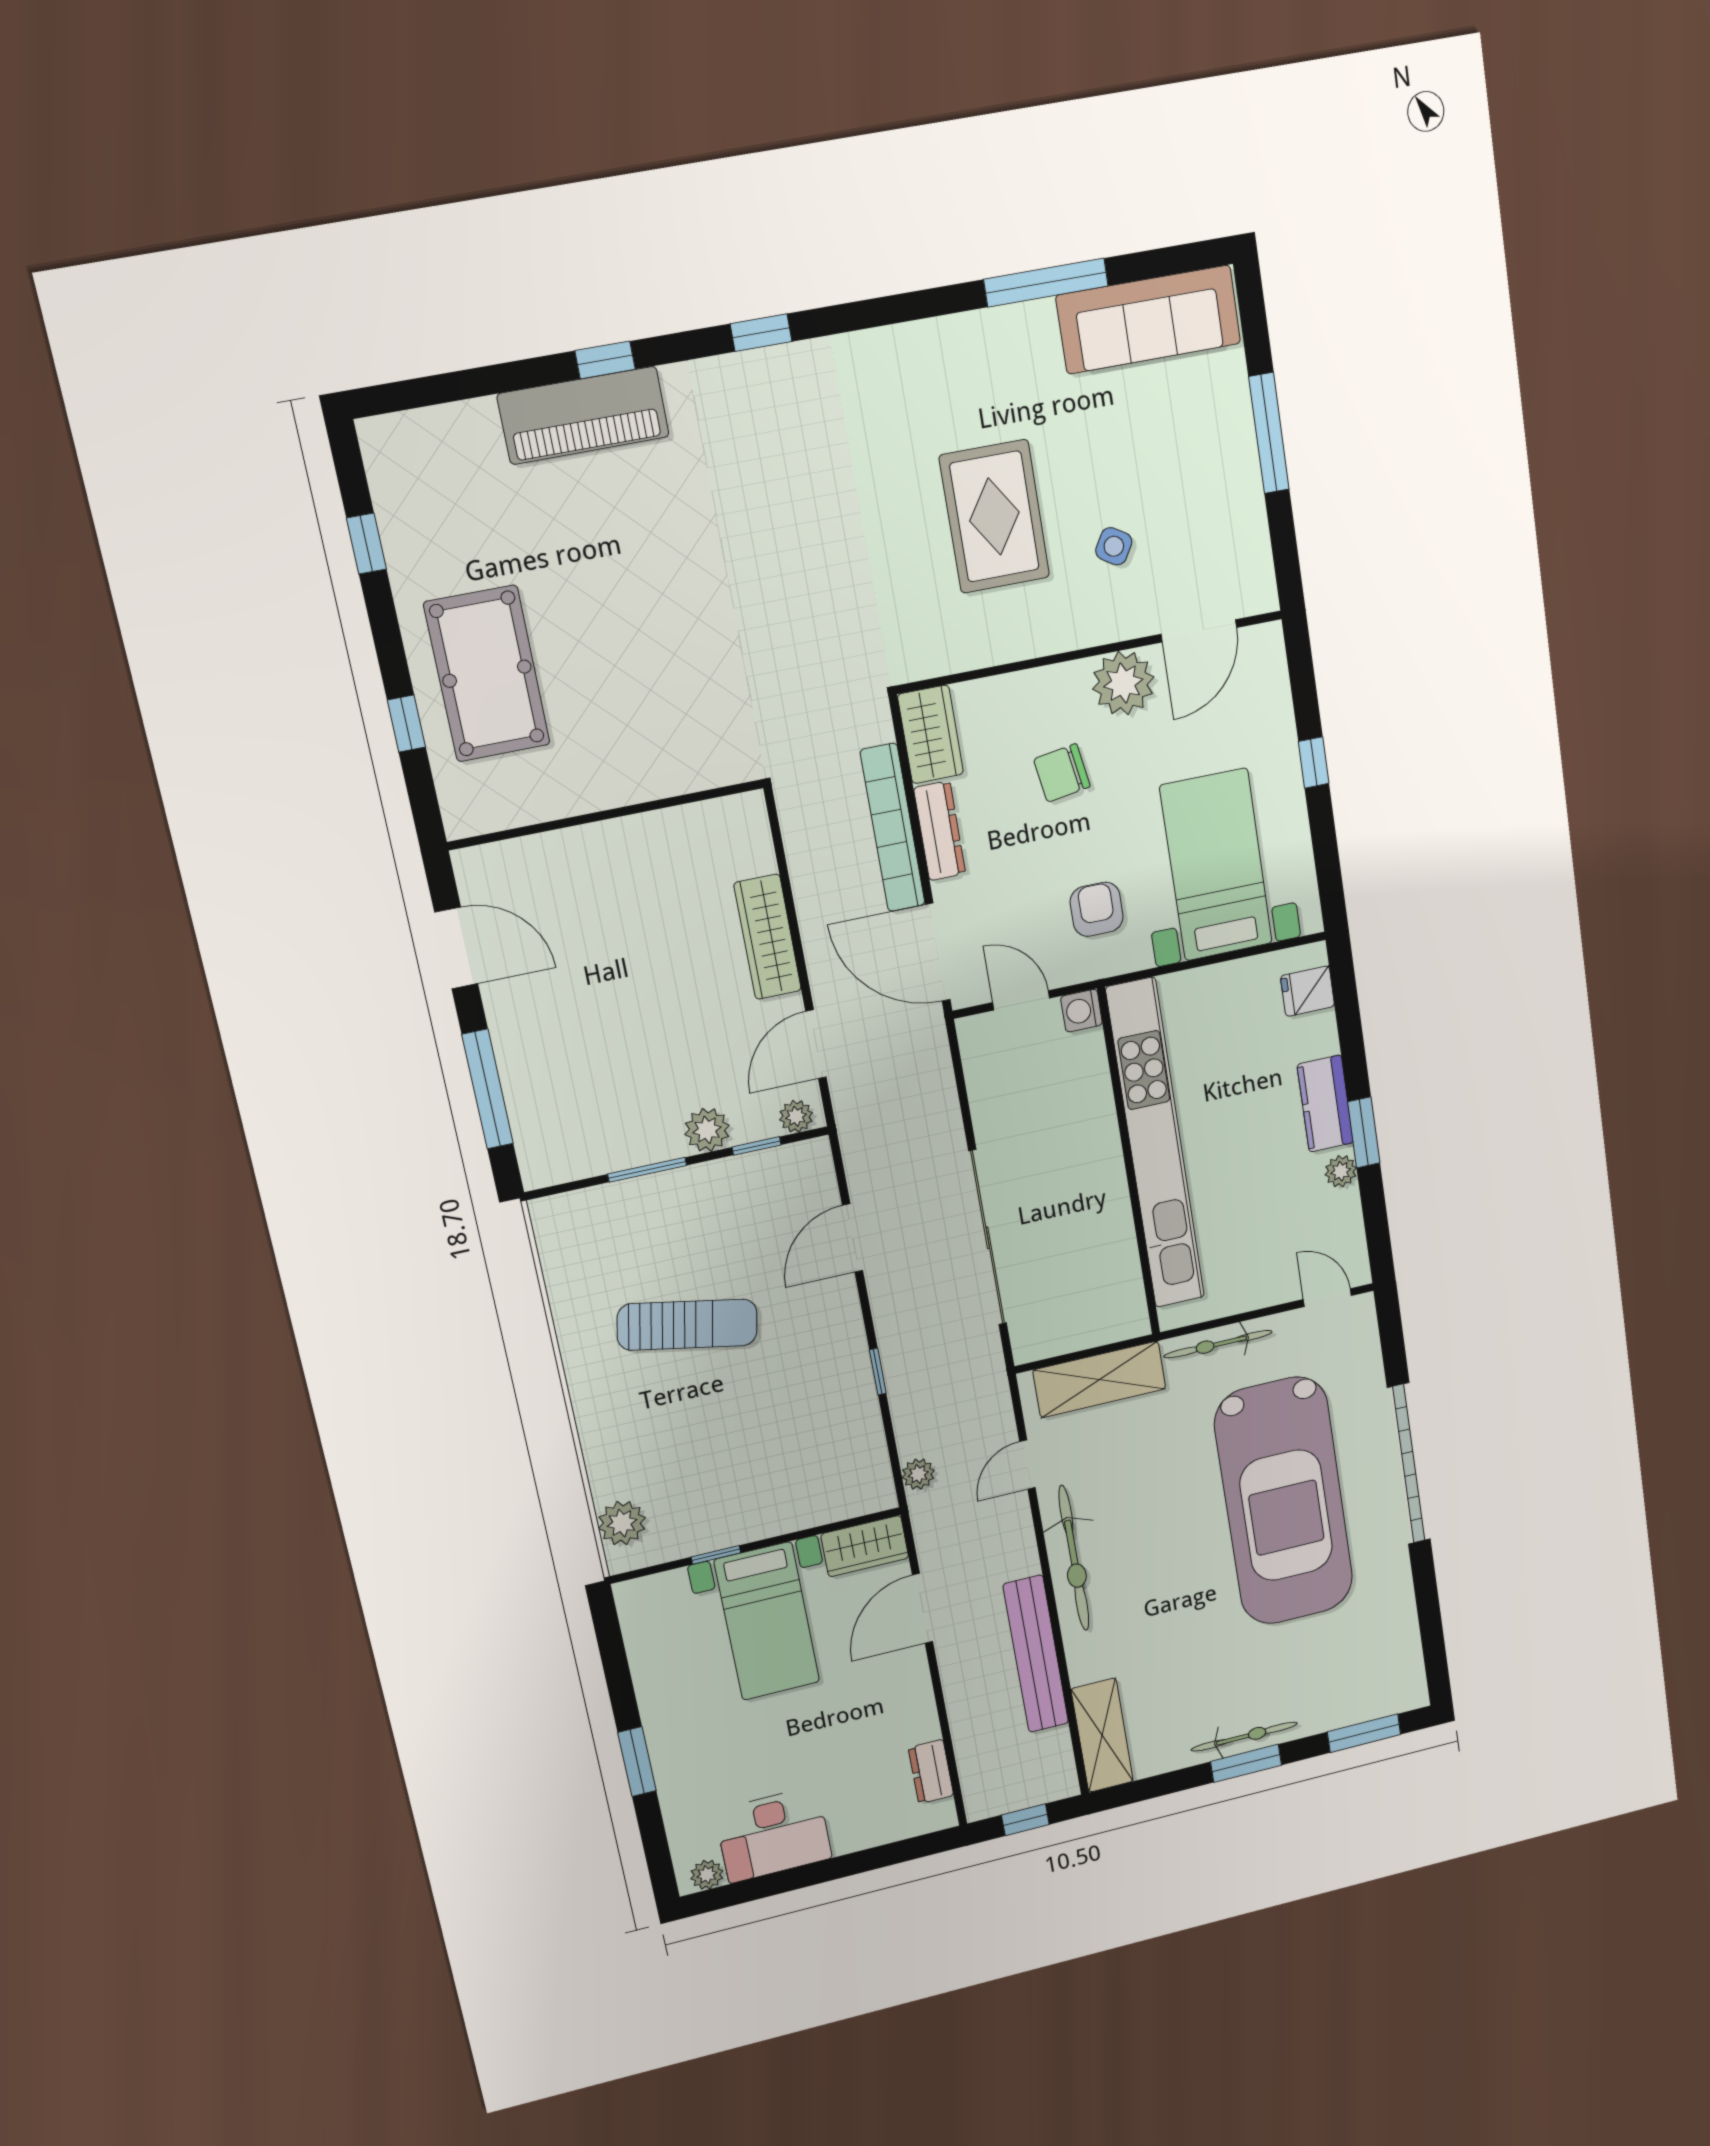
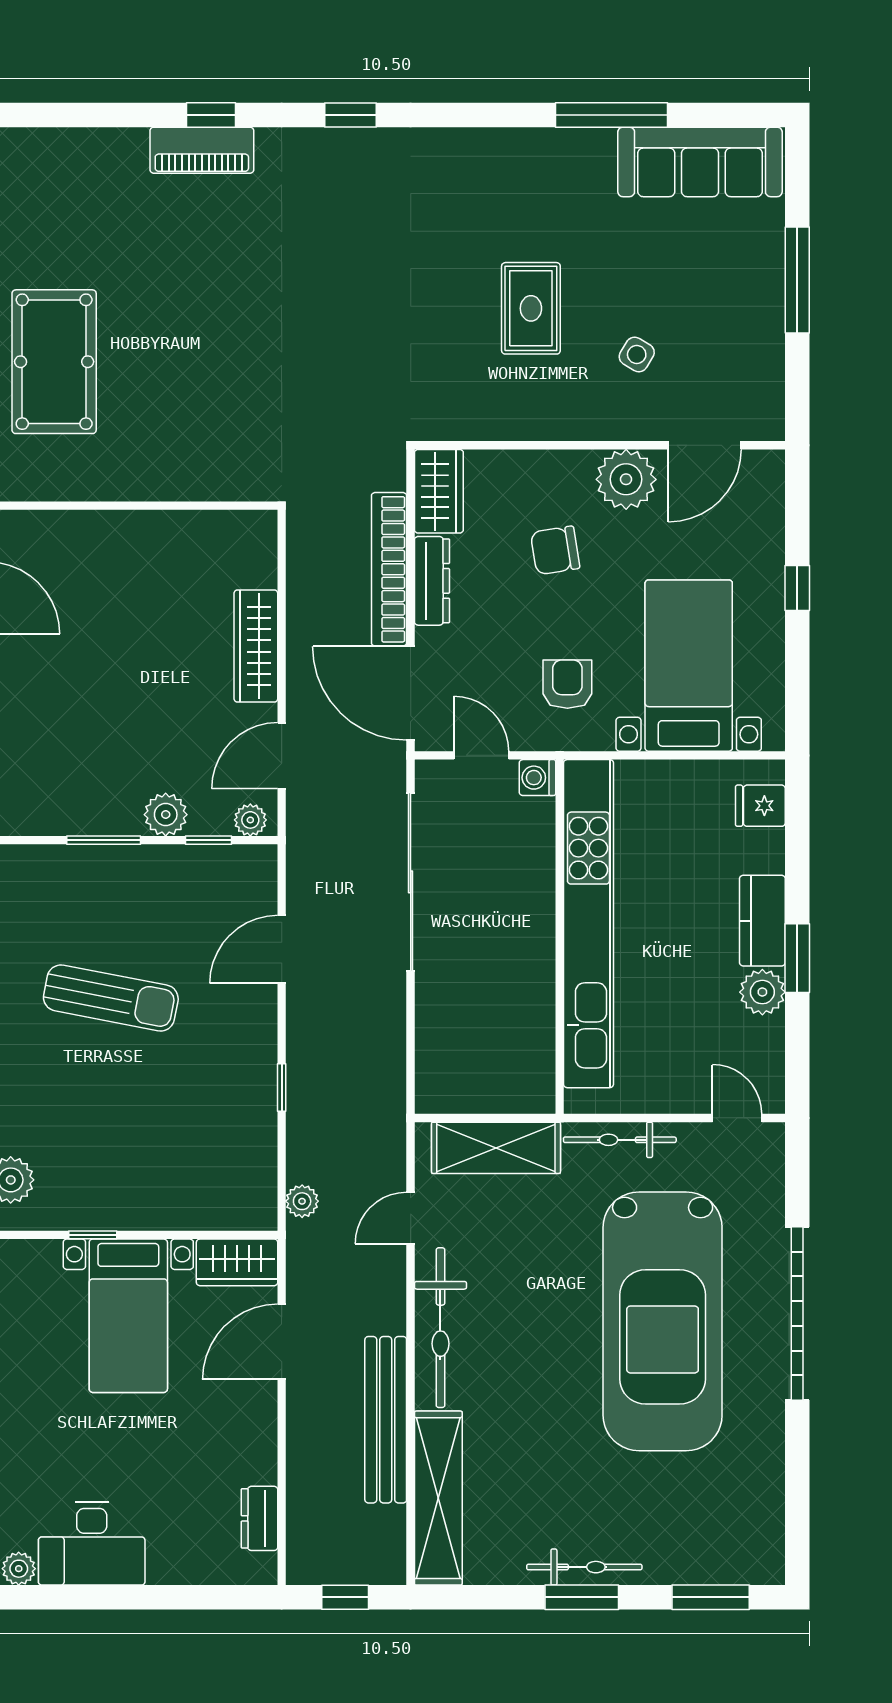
piano: (583, 415) -> (202, 150), width x0.73, depth x0.75
rug: (994, 516) -> (531, 308), width x0.73, depth x0.70
plant: (1341, 1171) -> (762, 992), width x1.38, depth x1.38
sliding door: (988, 1238) -> (411, 882), moved
shelving: (1102, 1735) -> (438, 1498), width x1.47

